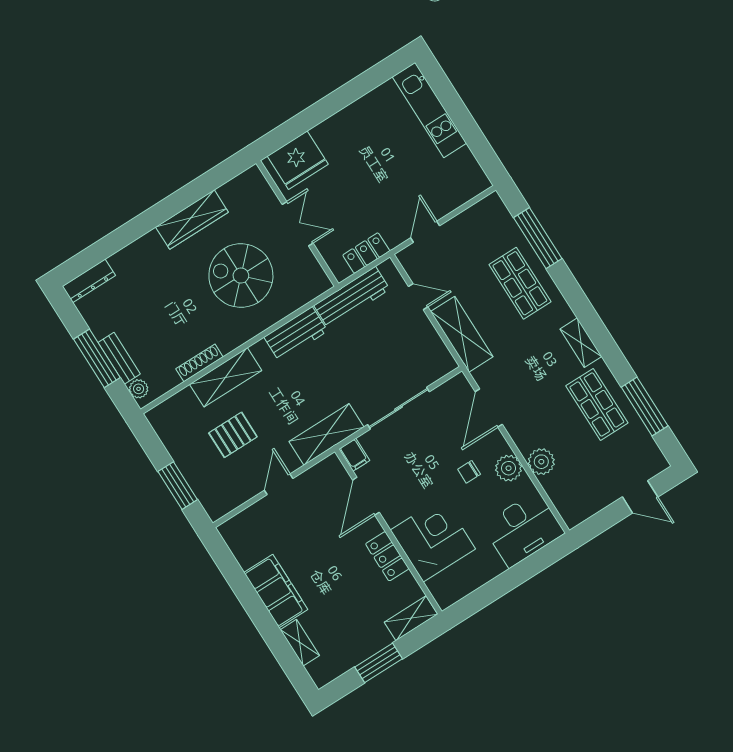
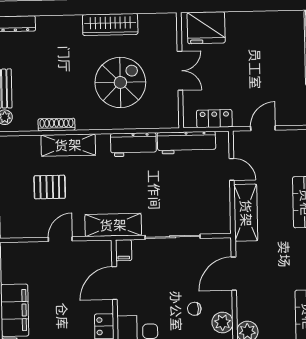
spiral stairs: (241, 276) -> (120, 82), turned 90

